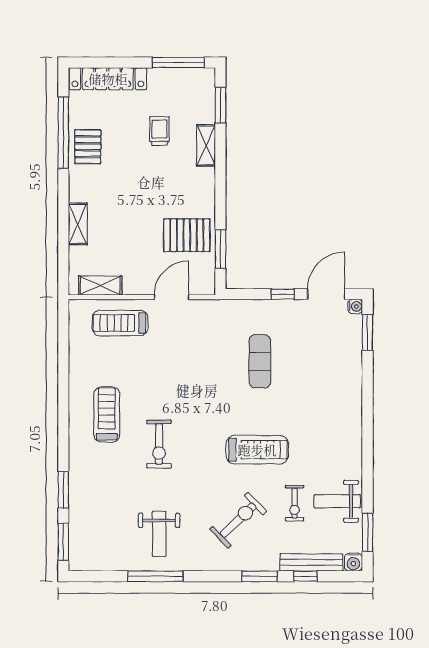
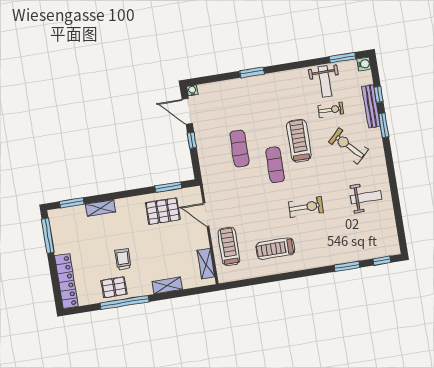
trolley: (159, 131) -> (123, 259), moved, turned 90
window: (63, 133) -> (125, 302), moved
pallet: (187, 235) -> (163, 211), turned 90
treadmill: (120, 323) -> (229, 246), turned 180
window: (368, 333) -> (252, 72), moved
exercise mat: (260, 361) -> (239, 148), turned 90
exercise mat: (228, 409) -> (275, 165), added
treadmill: (107, 415) -> (275, 249), moved
window: (63, 542) -> (382, 261), width x0.67
bench: (311, 562) -> (371, 106), moved
window: (155, 576) -> (395, 195), removed

